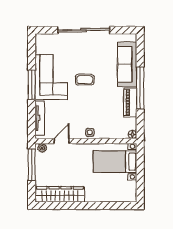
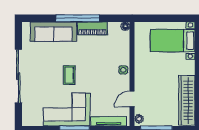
door: (62, 141) -> (132, 99), hinge flipped
bed with nightstands: (115, 162) -> (173, 41), moved, turned 90

